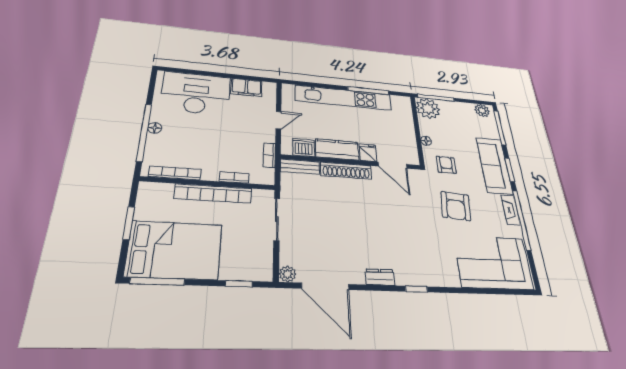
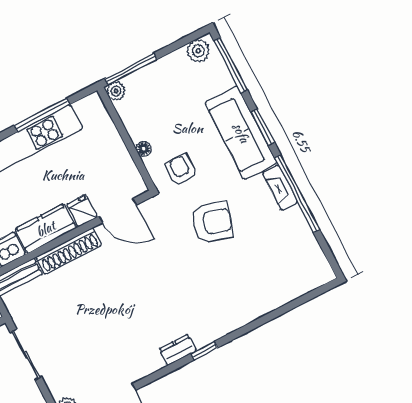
plant: (428, 108) -> (116, 91), width x0.53, depth x0.53
armchair: (456, 206) -> (212, 222), turned -78
corner sofa: (493, 262) -> (279, 271), removed
dresser: (380, 277) -> (178, 350), moved

